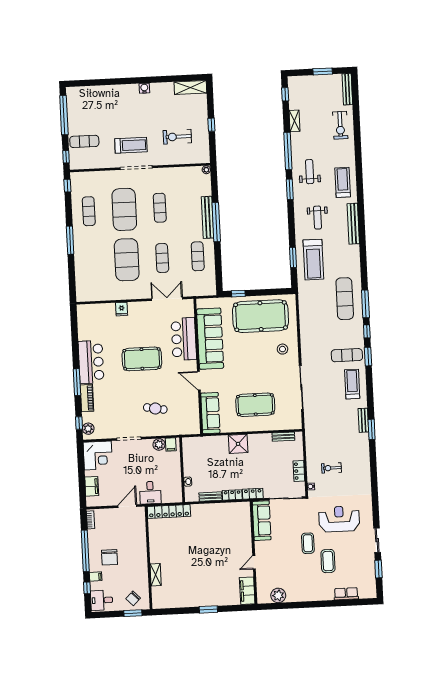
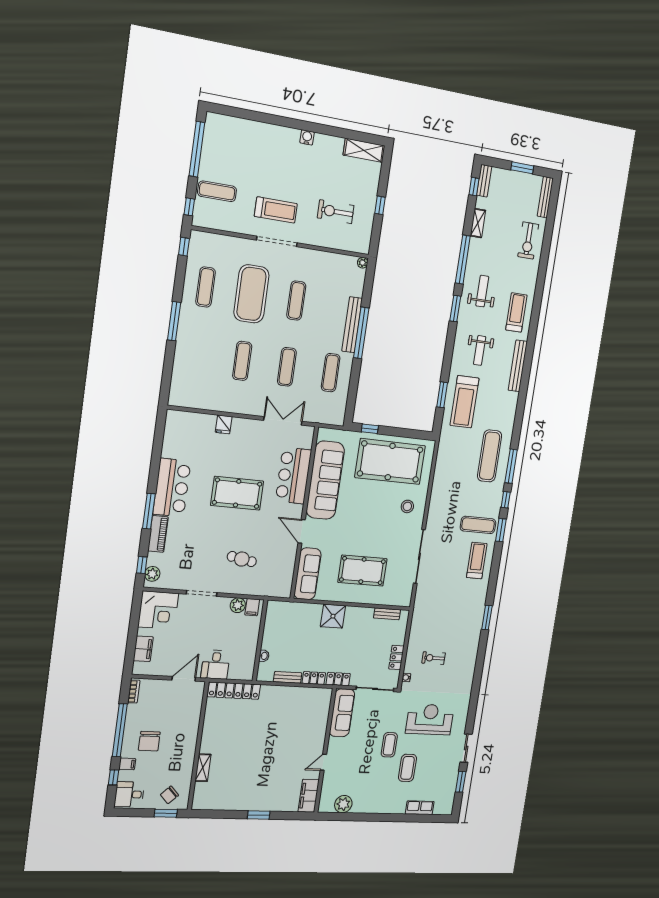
exercise mat: (127, 260) -> (242, 361), width x0.50, depth x0.69
bench: (363, 420) -> (484, 181), moved

